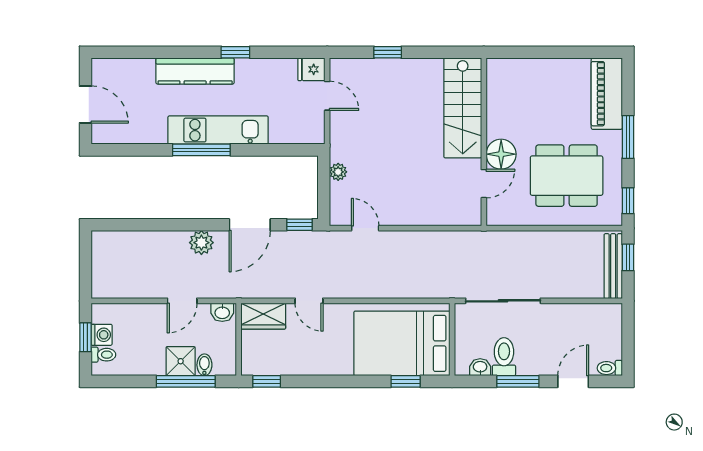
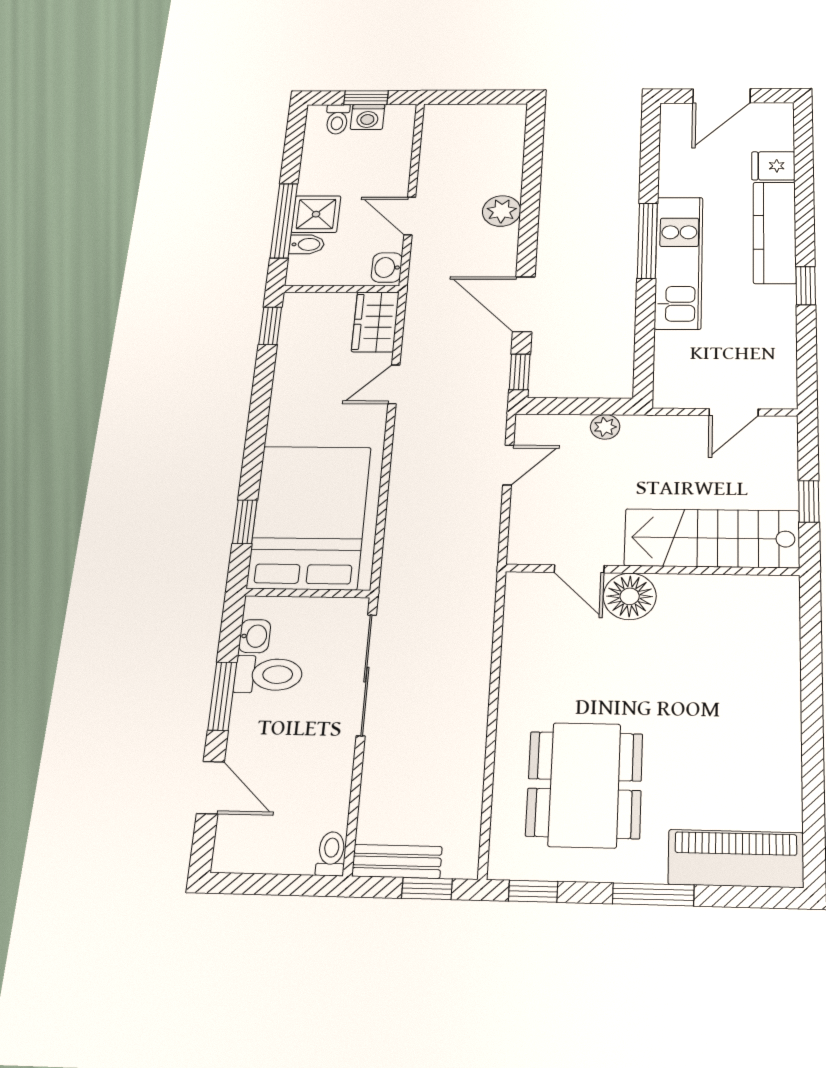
fridge: (311, 69) -> (773, 166), moved, turned -90
stairs: (463, 108) -> (712, 538), moved
wall: (484, 142) -> (652, 570), moved
floor lamp: (501, 154) -> (630, 596), moved
door: (484, 184) -> (579, 569), moved
plant: (201, 243) -> (502, 211), moved
bench: (613, 266) -> (397, 861), width x0.73
toilet: (610, 368) -> (331, 854), moved

